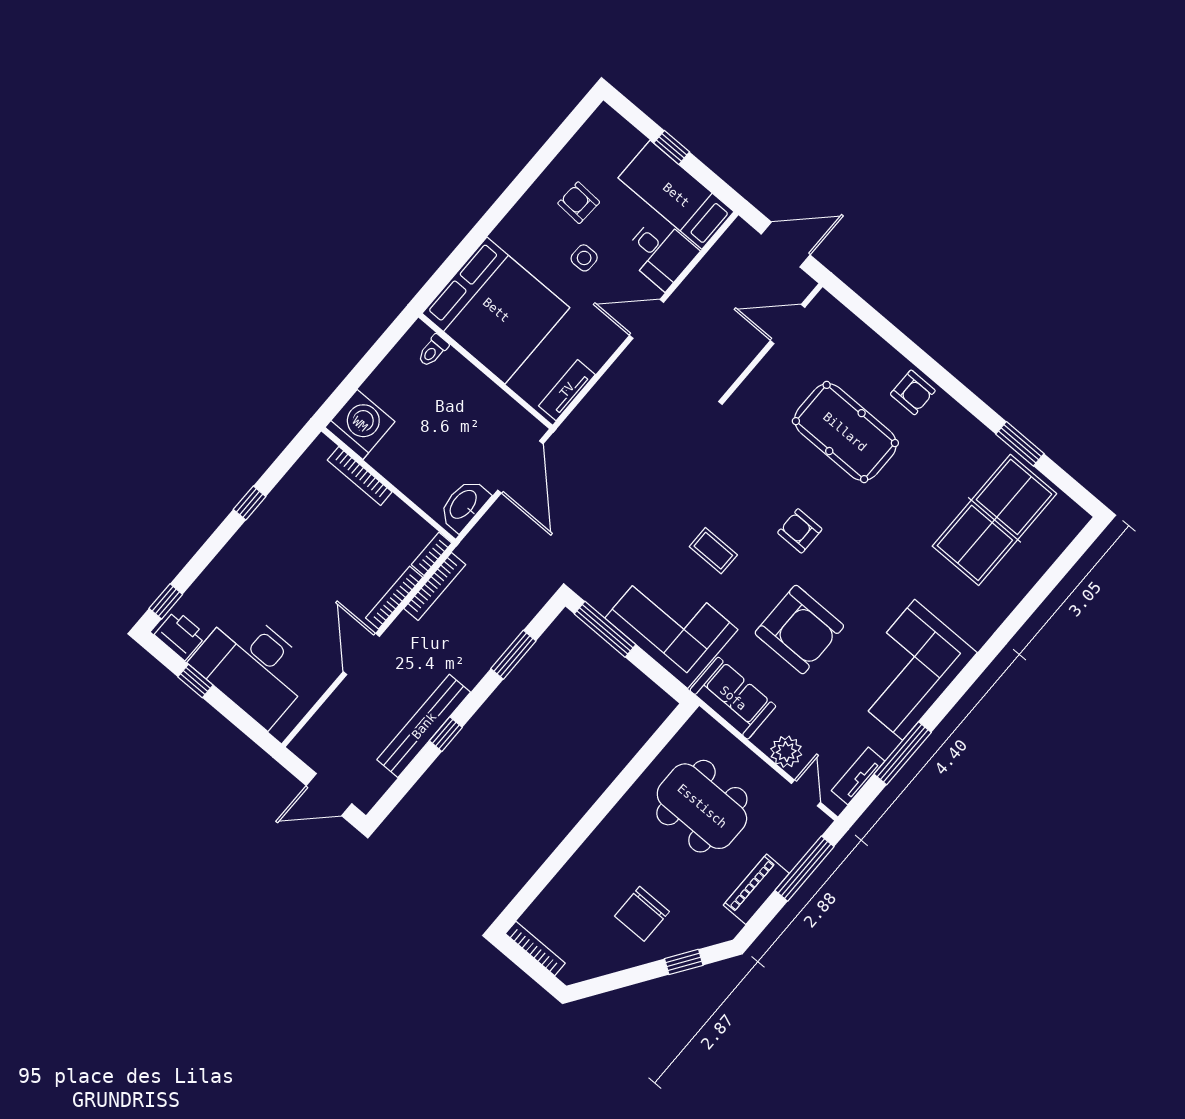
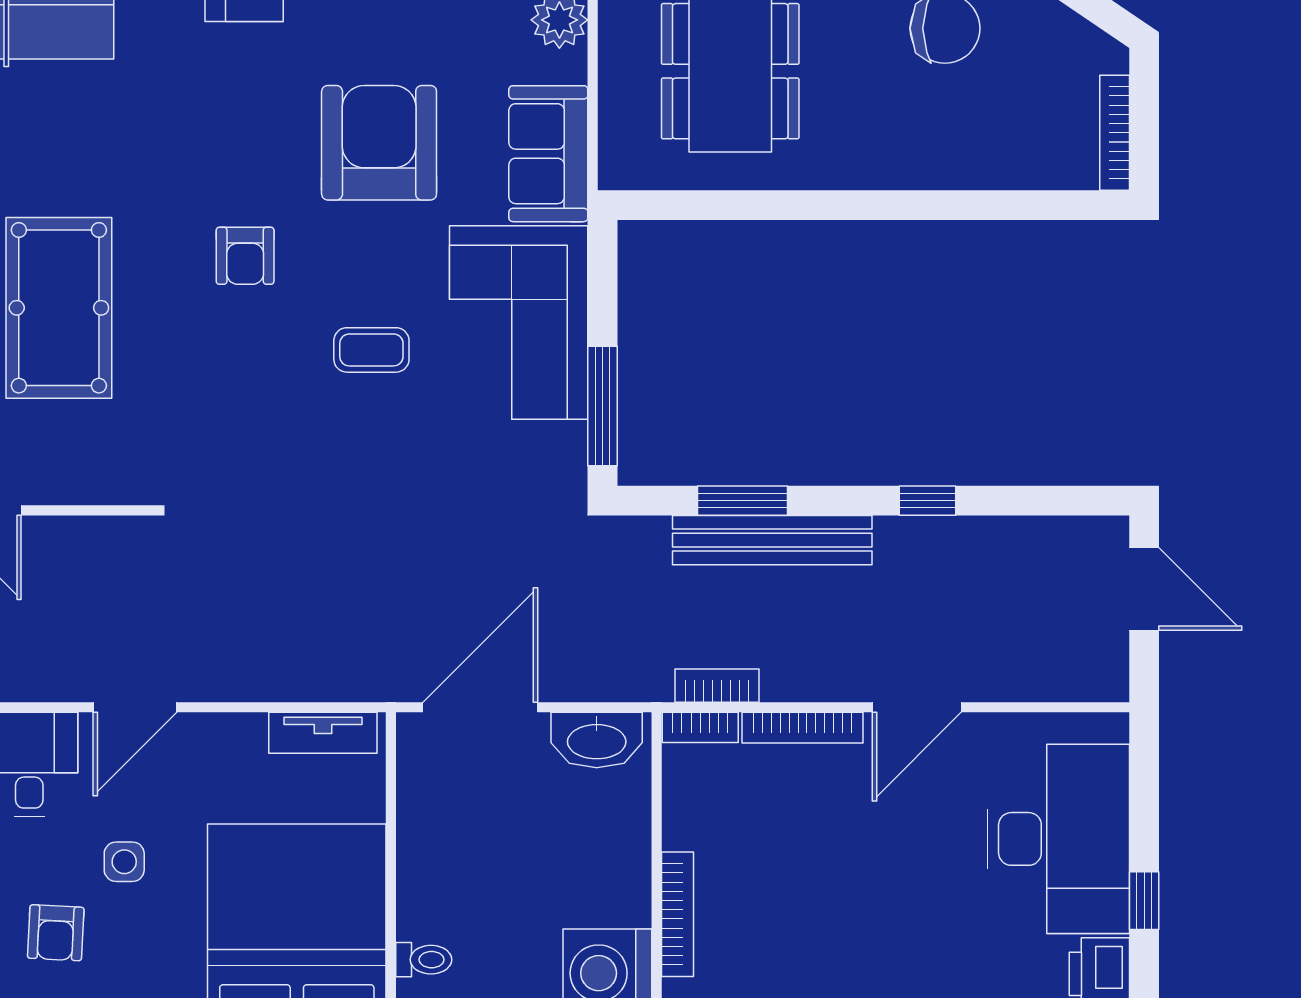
door: (646, 319) -> (135, 707), hinge flipped
coffee table: (713, 551) -> (371, 350), turned 90
bookcase: (435, 586) -> (717, 686), width x0.64
bench: (424, 726) -> (772, 540), moved

